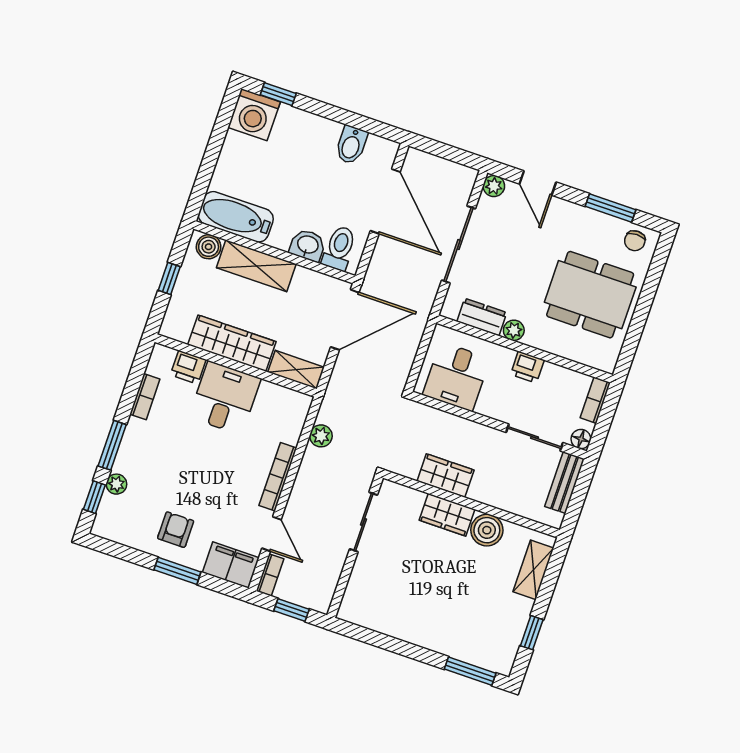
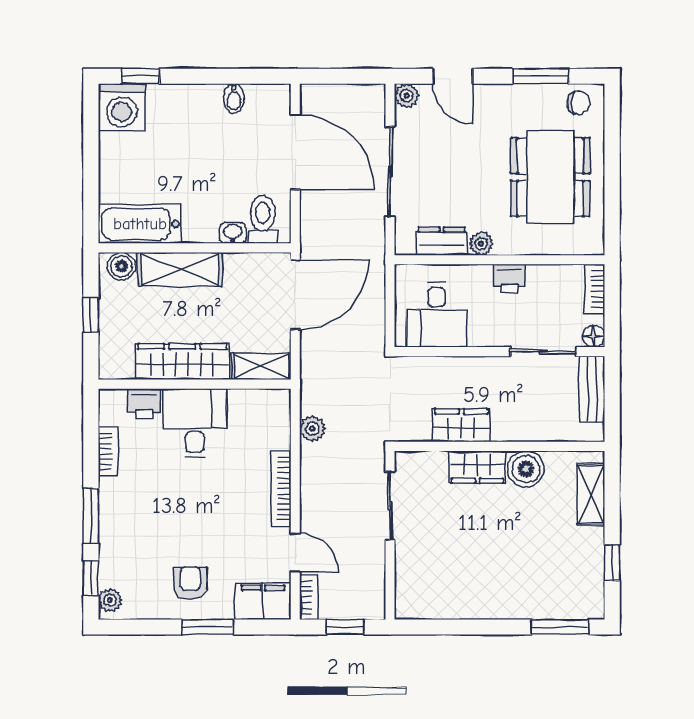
bidet: (351, 145) -> (234, 98), width x0.72, depth x0.74
chair: (635, 241) -> (579, 103), turned -90
washbasin: (308, 245) -> (233, 233), width x0.72, depth x0.69
dining table: (590, 295) -> (550, 177), turned 90
plant: (116, 484) -> (110, 600), moved

